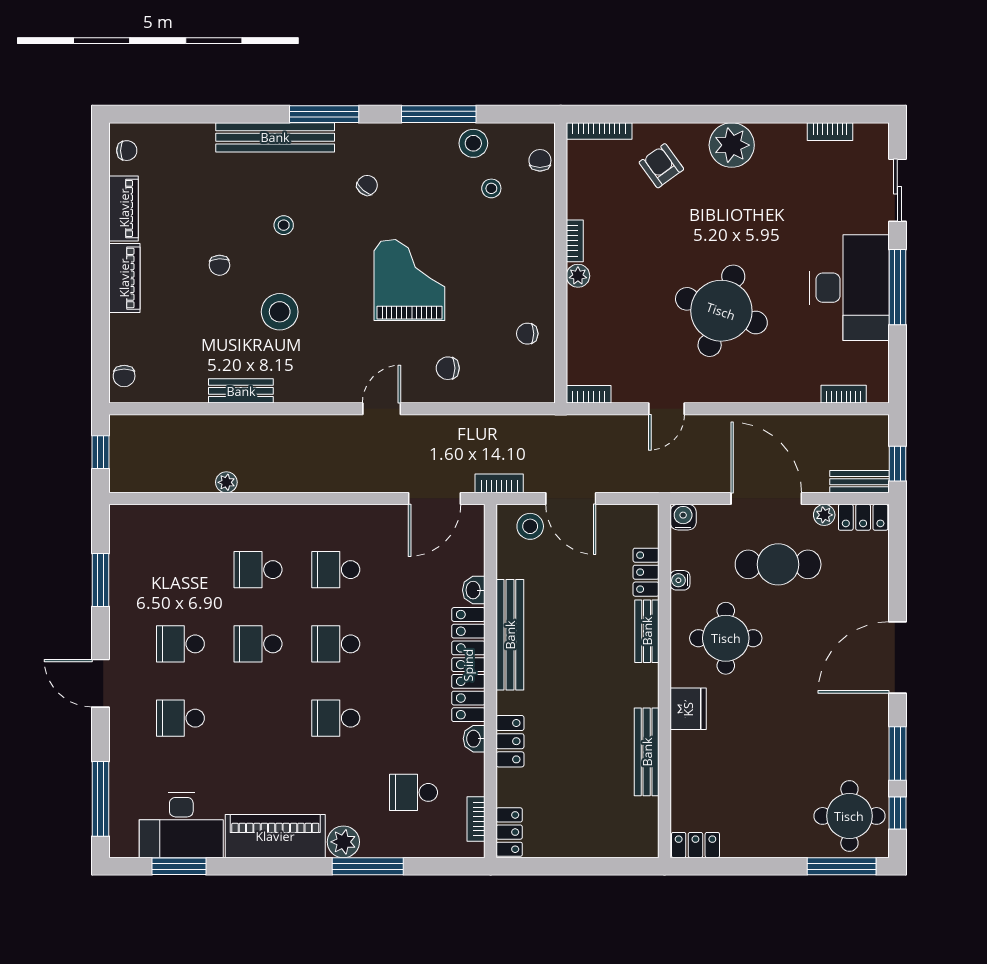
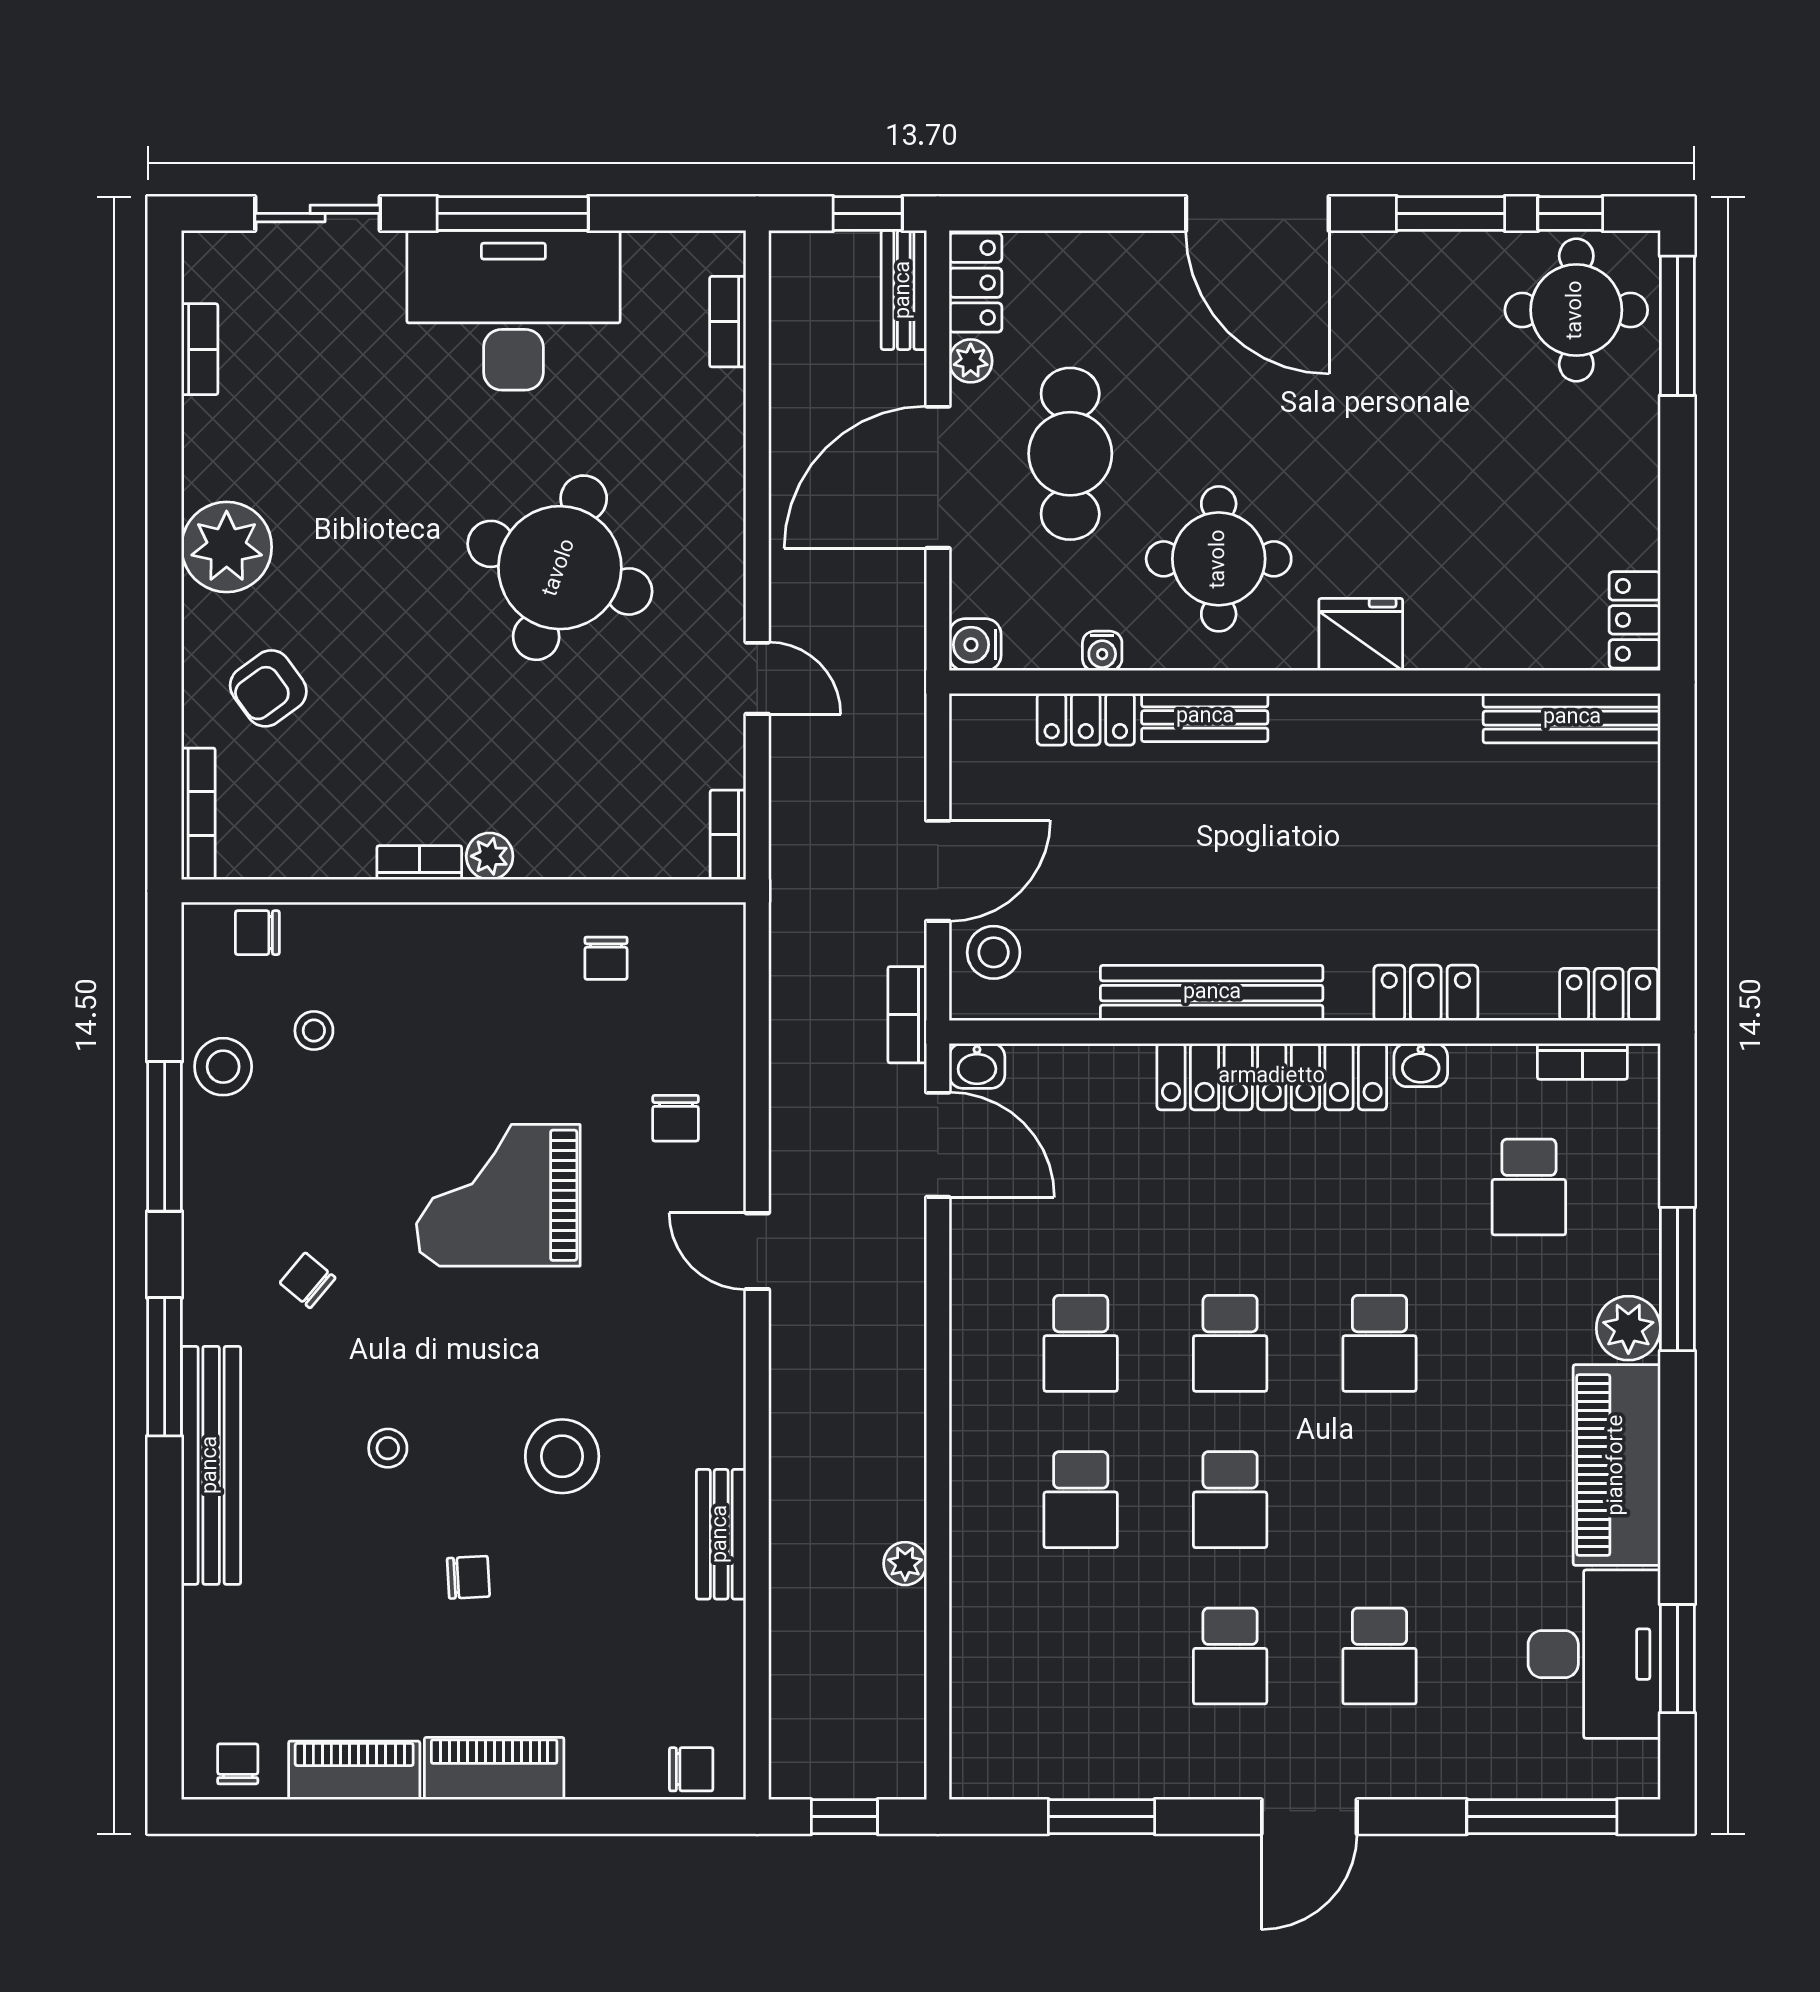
washbasin: (474, 590) -> (977, 1066), moved
bench: (647, 752) -> (1572, 718), moved

